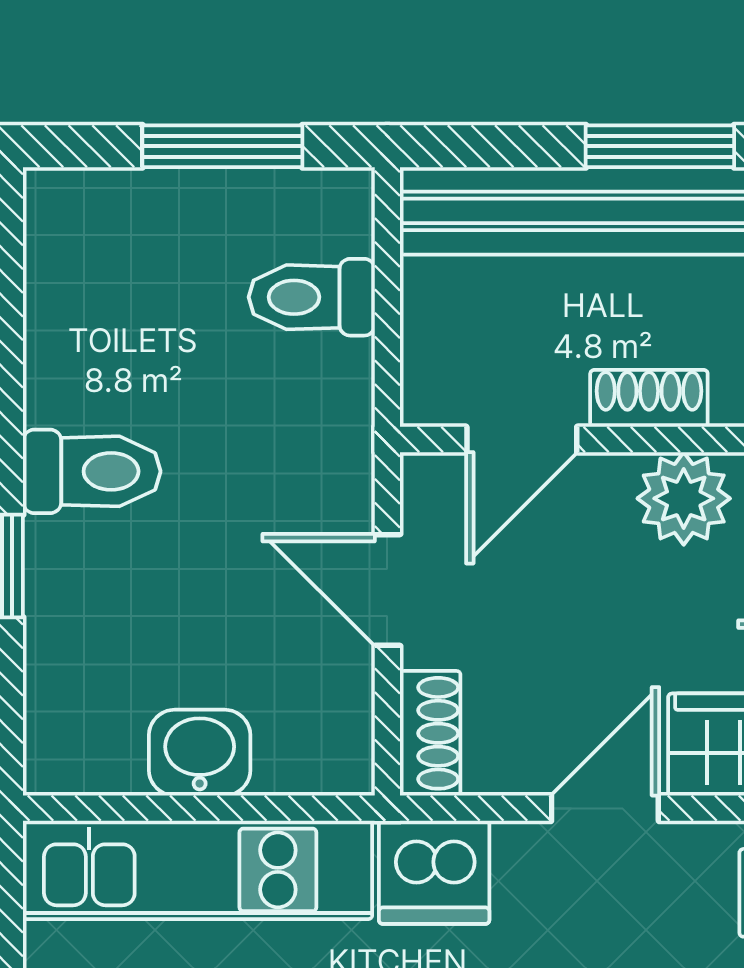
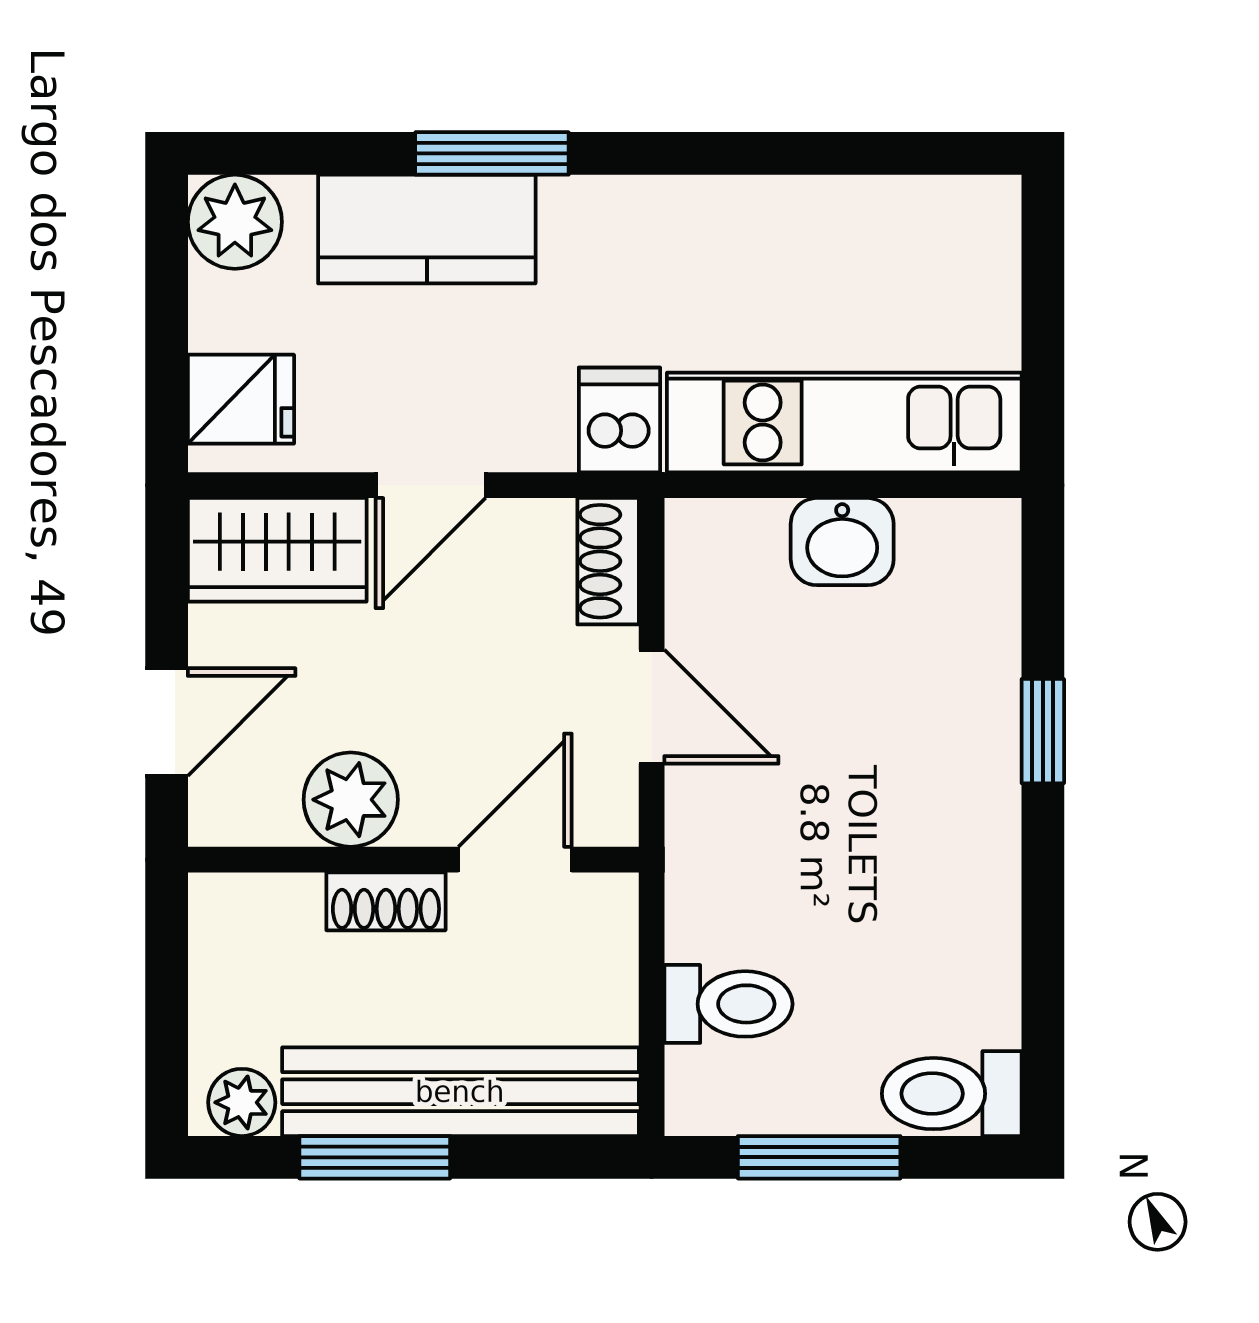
toilet: (92, 471) -> (952, 1094), moved
dishwasher: (434, 872) -> (619, 420), width x0.73

